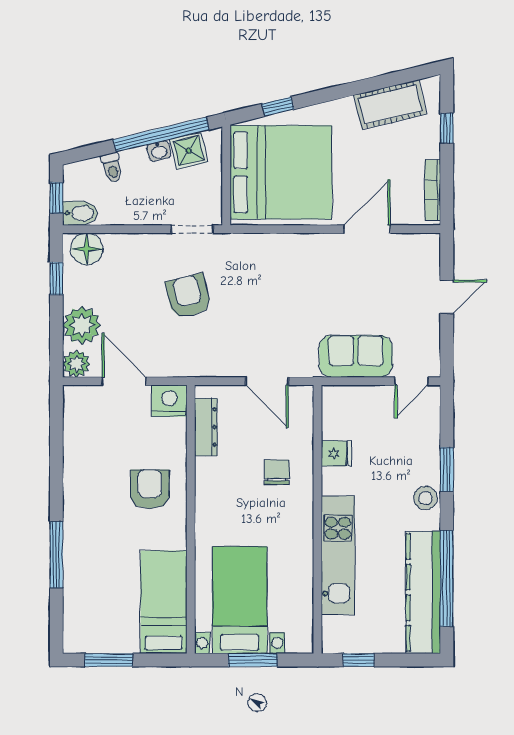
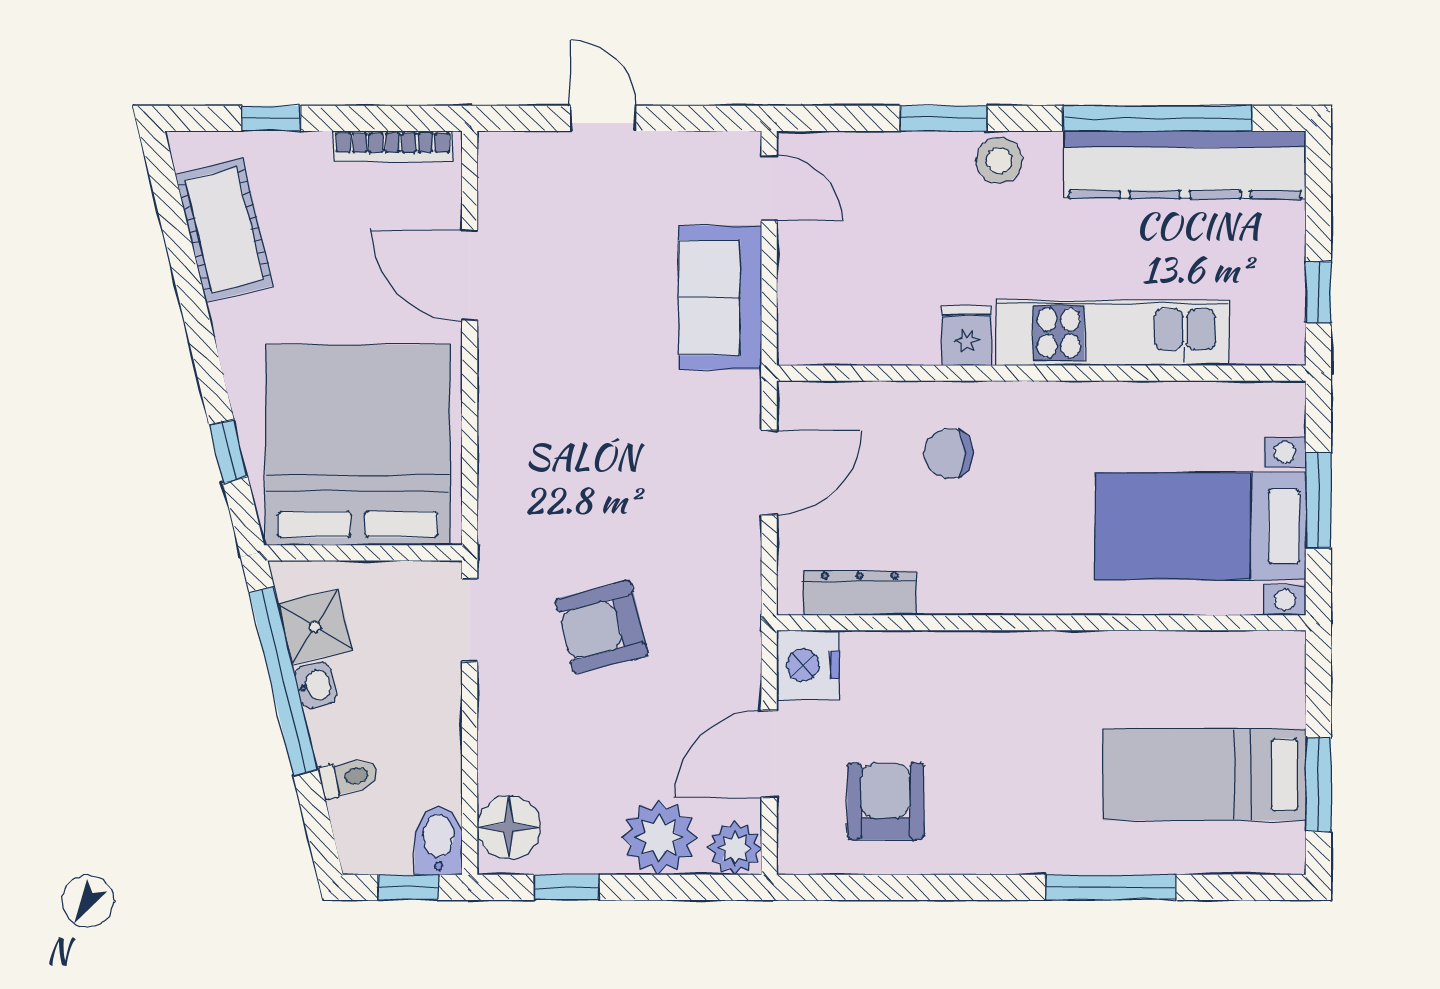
fridge: (336, 454) -> (967, 336), moved
armchair: (150, 489) -> (886, 801), moved, turned 90
bed: (164, 602) -> (1204, 775), moved

